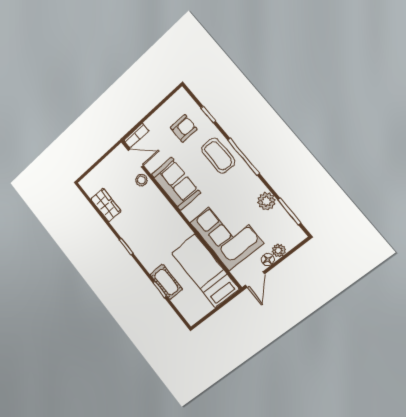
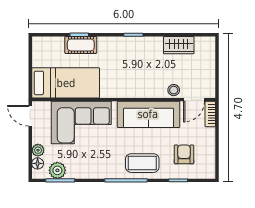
armchair: (184, 128) -> (184, 154), turned 180
sofa: (176, 184) -> (148, 114), width x1.36
plant: (266, 201) -> (57, 170), moved
floor lamp: (268, 260) -> (38, 163), moved

